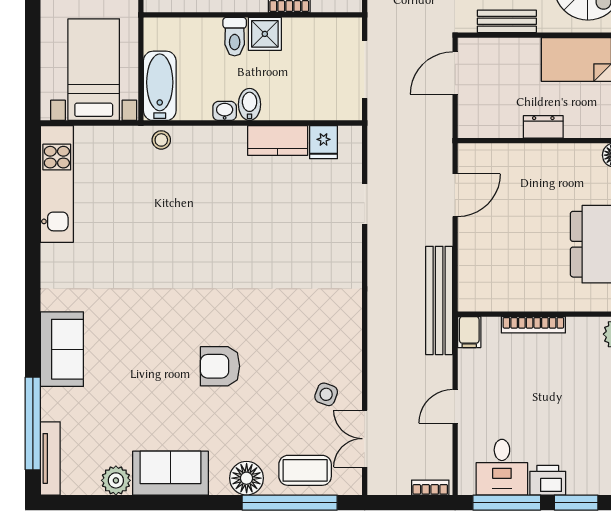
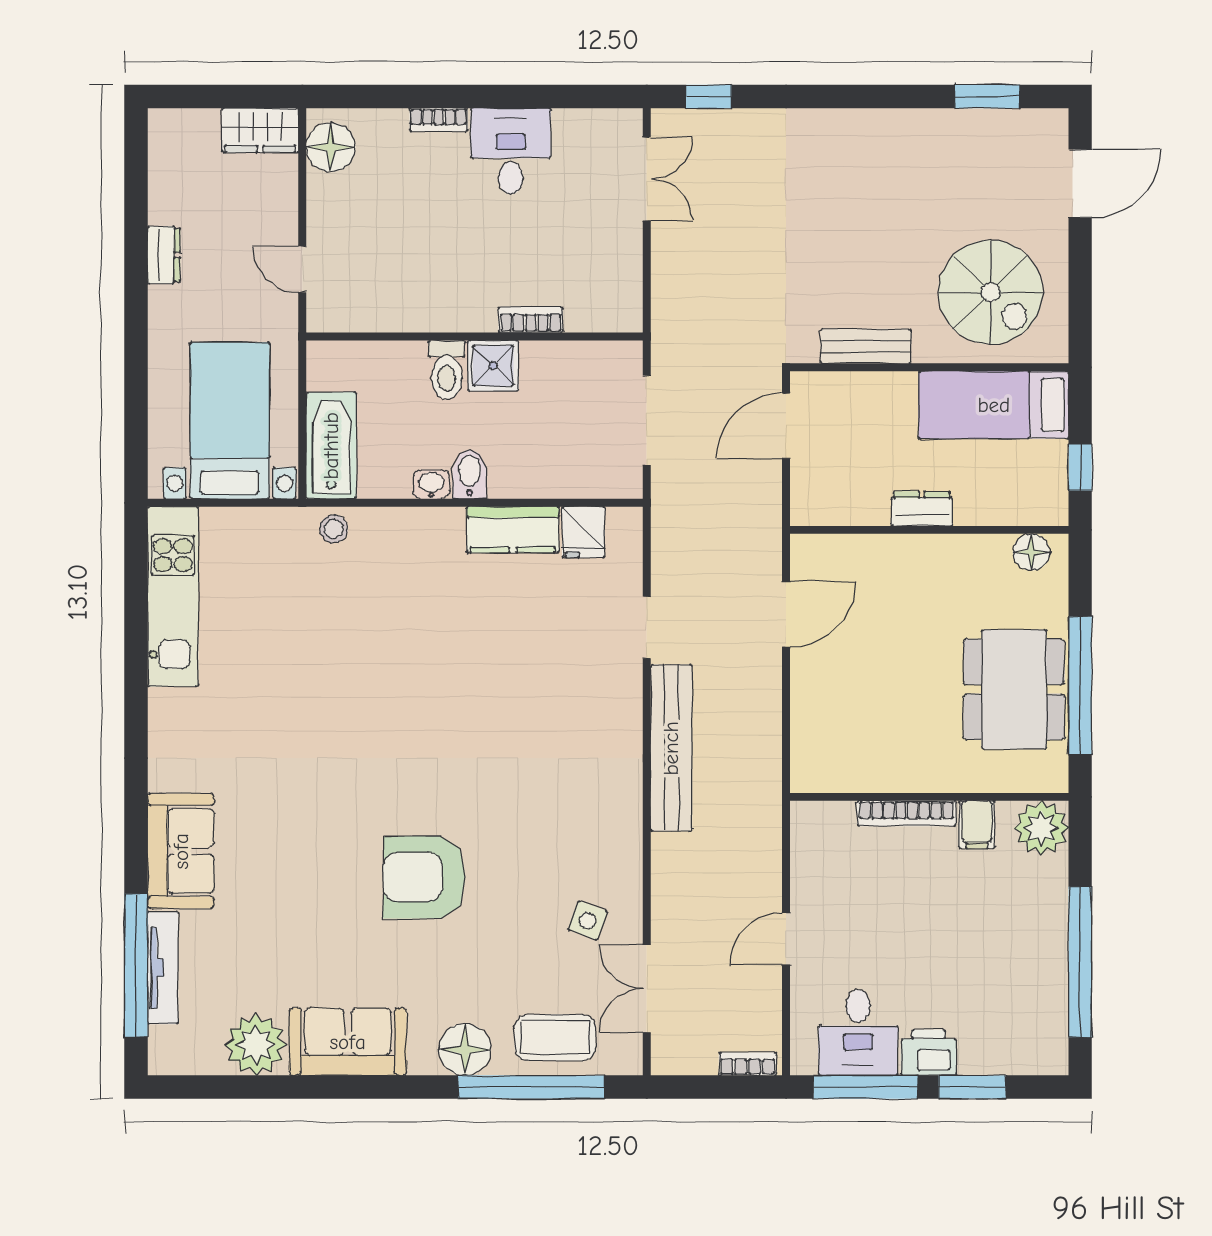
bench: (439, 300) -> (671, 748), moved
filing cabinet: (469, 332) -> (977, 825), moved
armchair: (220, 366) -> (424, 877), width x1.36, depth x1.36
tv unit: (50, 458) -> (163, 968), moved
plant: (116, 480) -> (256, 1045), width x1.36, depth x1.36

